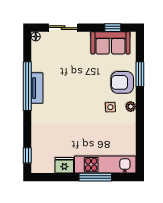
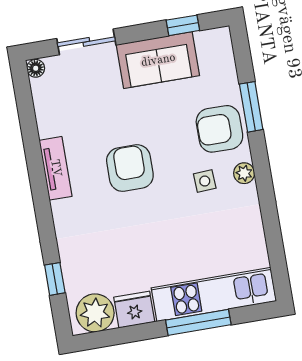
sofa: (110, 43) -> (158, 60), moved
window: (27, 86) -> (36, 168), removed
armchair: (74, 94) -> (130, 168), added
window: (27, 155) -> (55, 279), moved
plant: (44, 164) -> (95, 313), added

